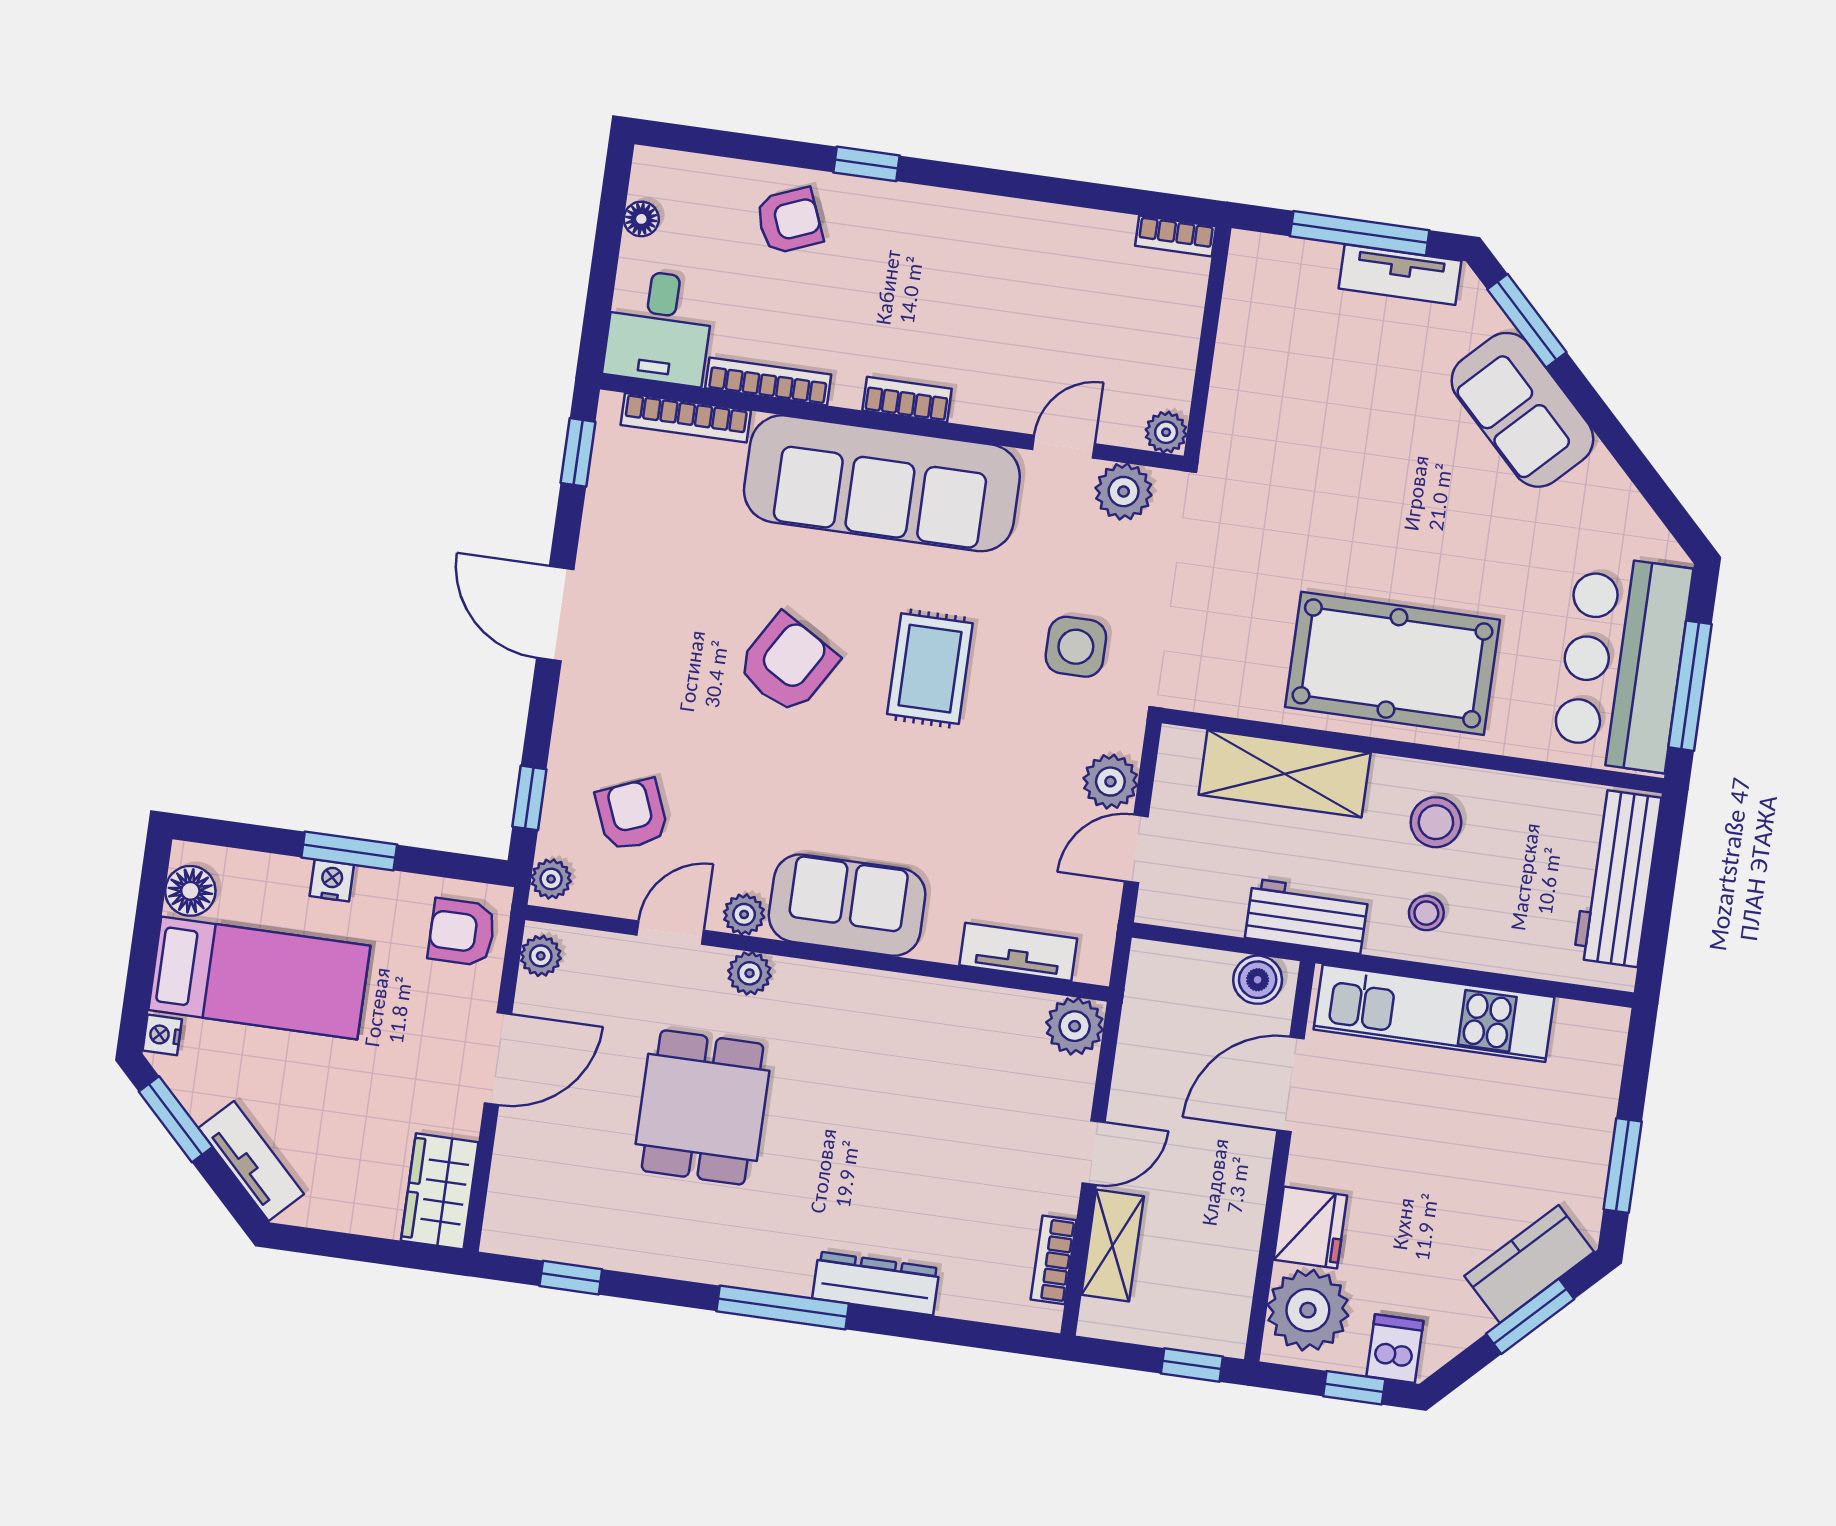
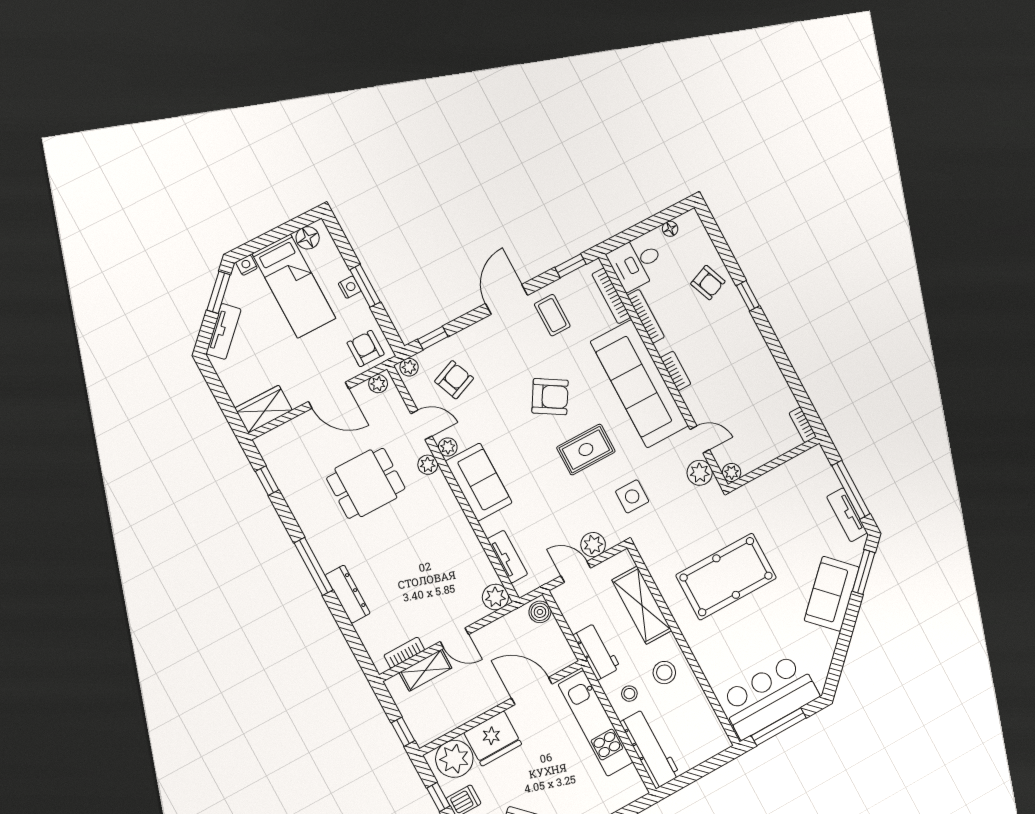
coffee table: (643, 552) -> (552, 315), added
pool table: (1392, 663) -> (726, 577), moved, turned 90
workbench: (1617, 878) -> (650, 749), moved, turned 90
boiler: (1258, 980) -> (540, 612), moved
fridge: (1310, 1228) -> (493, 738), width x1.36, depth x1.34

